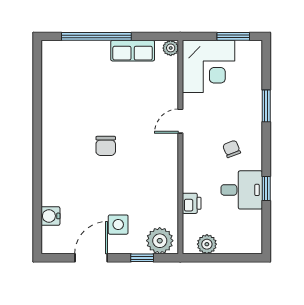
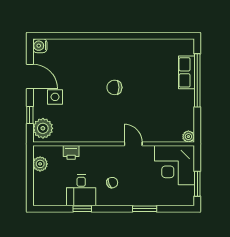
row of seats: (133, 51) -> (186, 72), moved
water cooler: (50, 216) -> (40, 46), moved, turned -90

